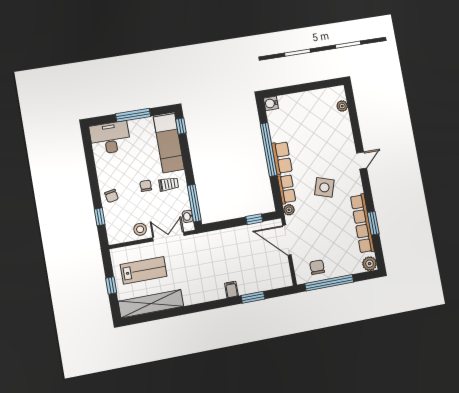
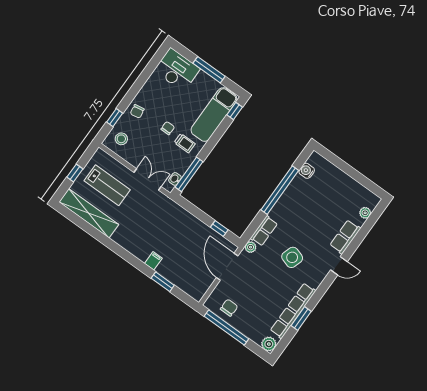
water cooler: (271, 103) -> (307, 171), moved
row of seats: (282, 158) -> (345, 237), moved, turned 180
stool: (140, 229) -> (121, 139), moved

